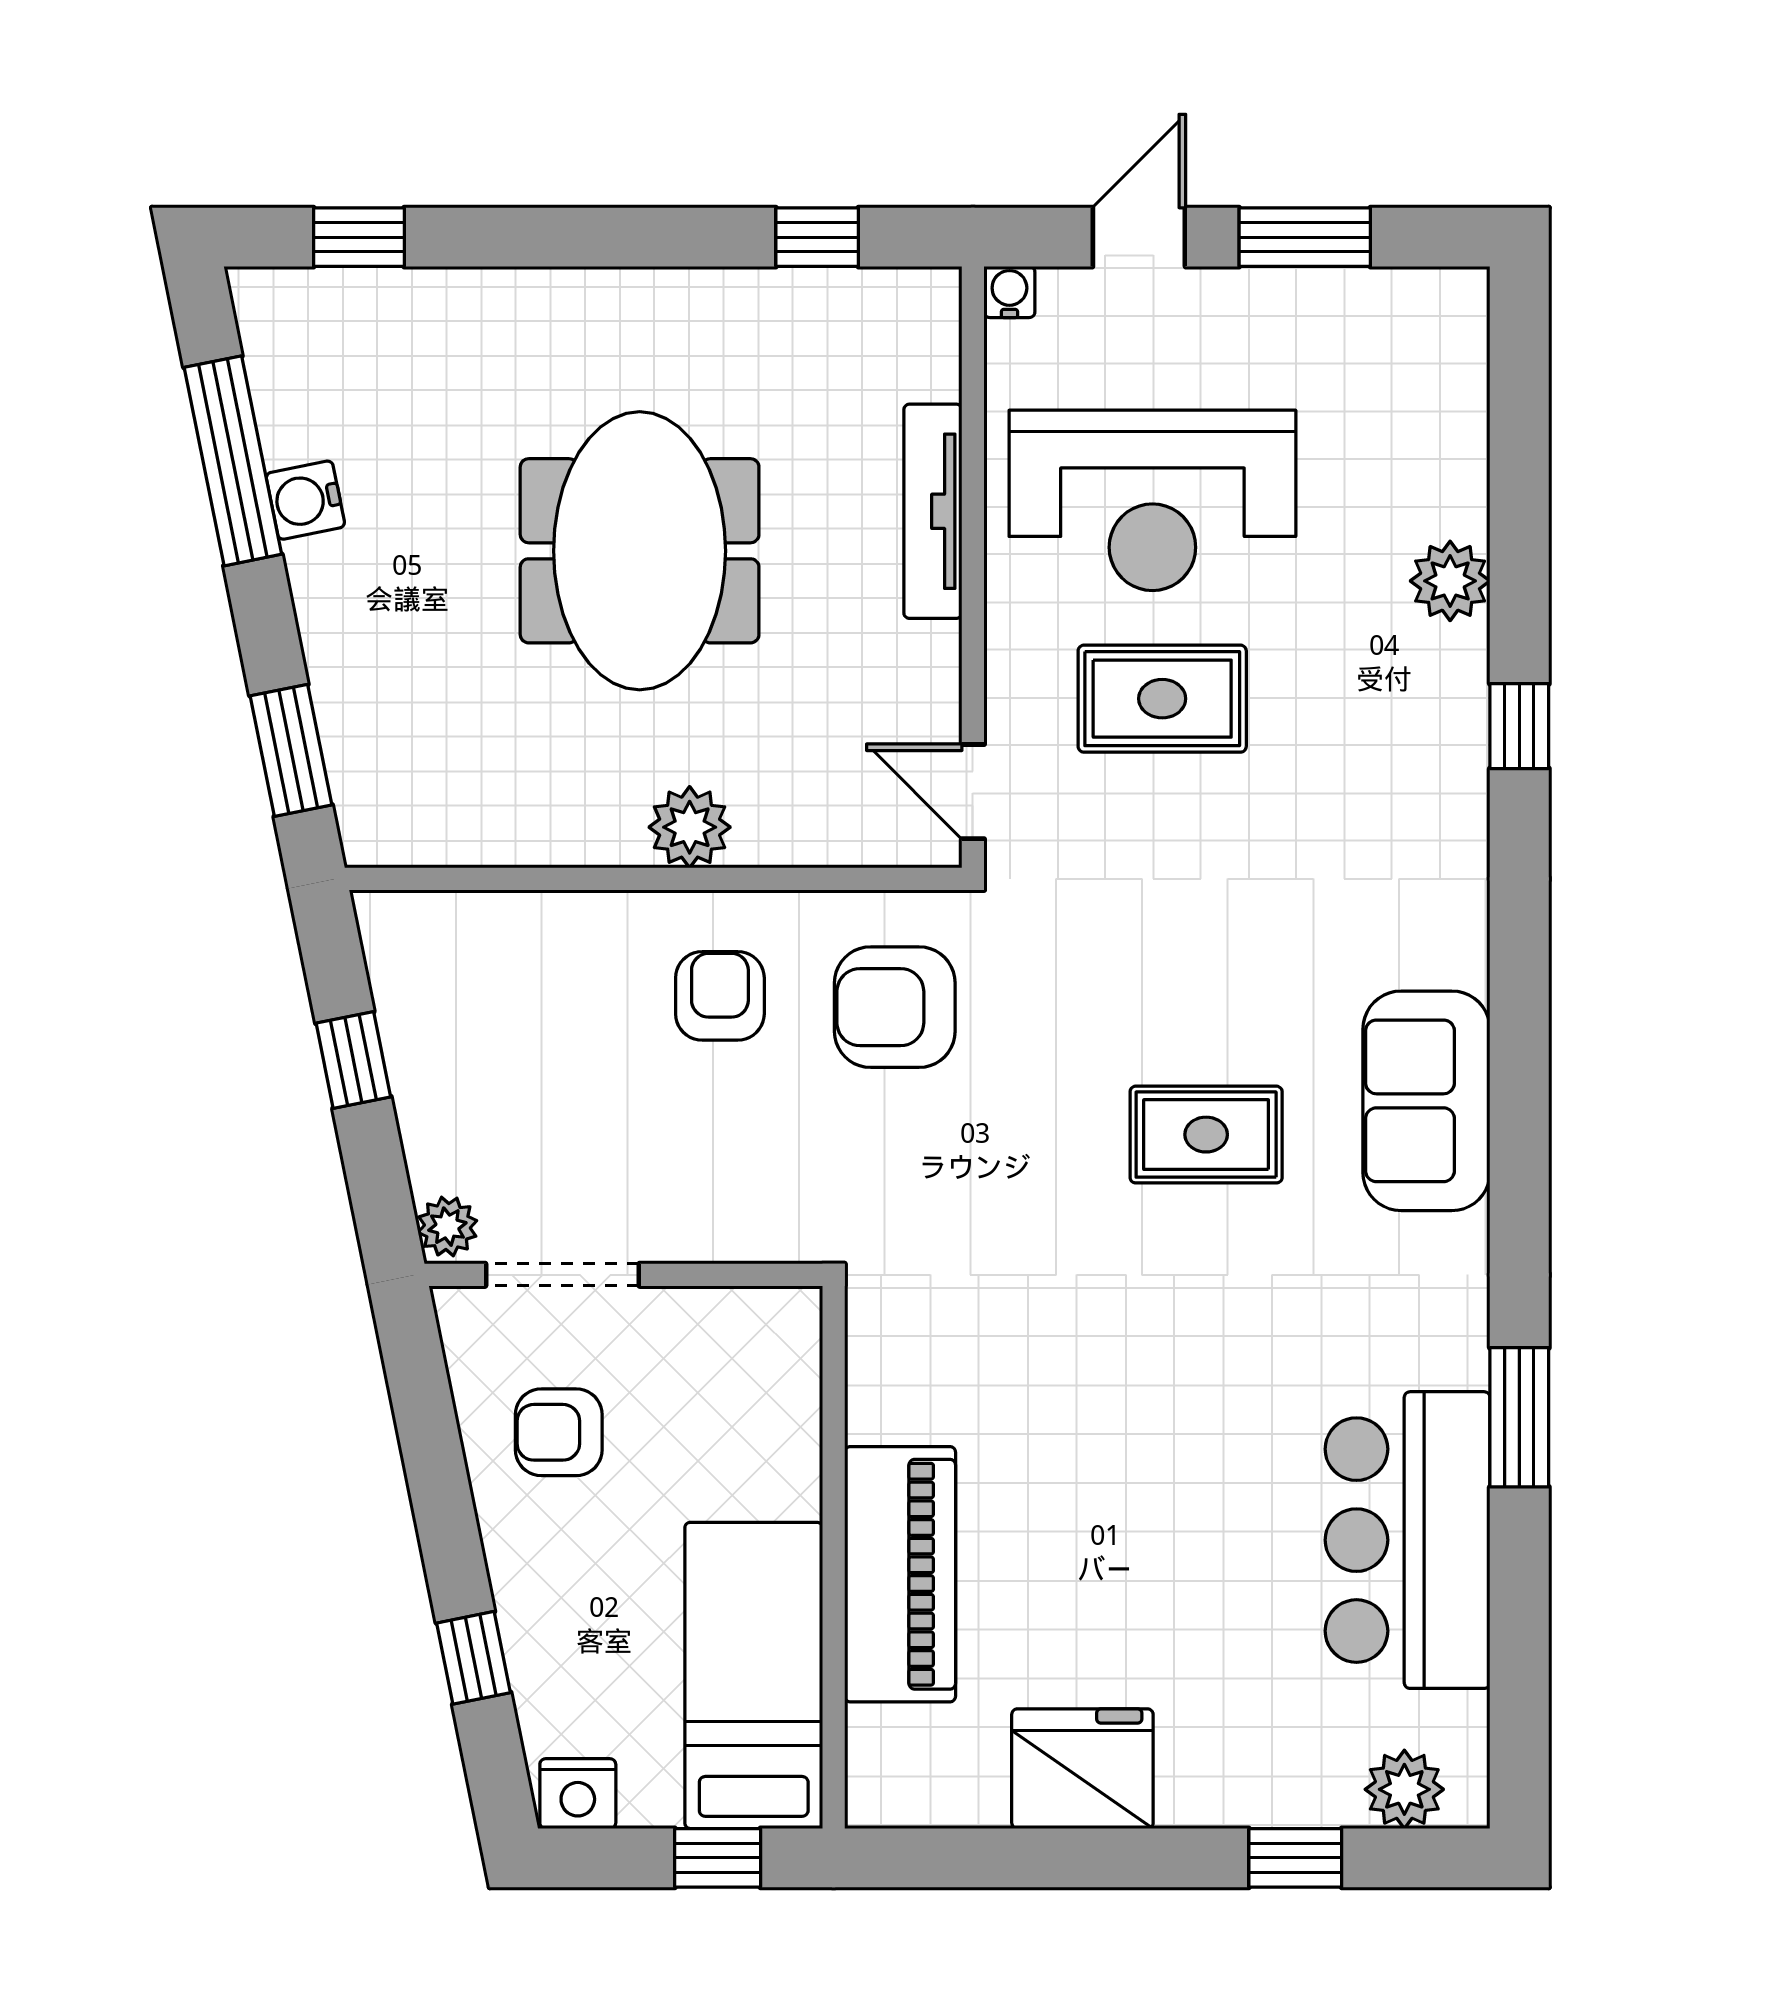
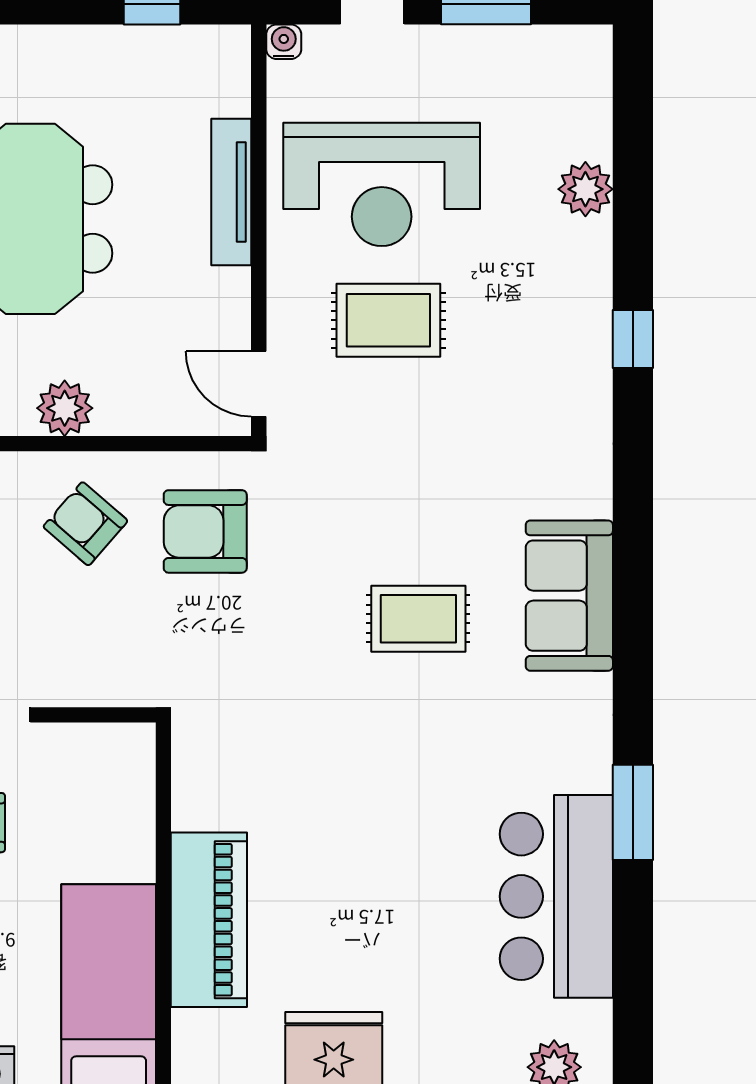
plant: (1450, 581) -> (585, 189), moved
armchair: (720, 996) -> (85, 524), turned -49

